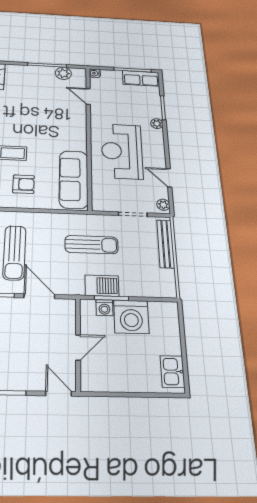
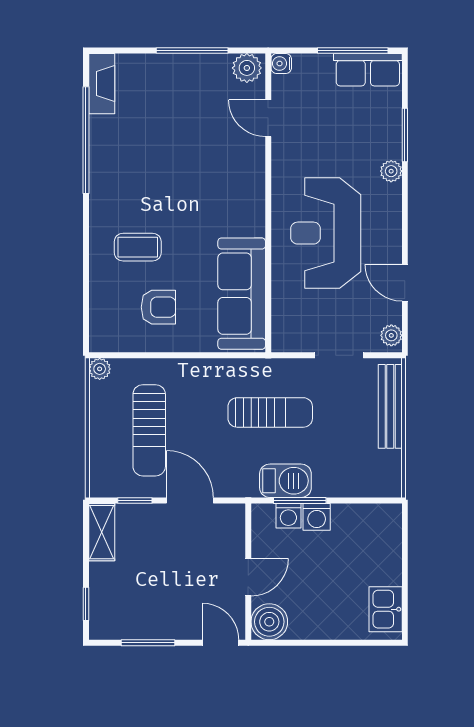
plant: (63, 73) -> (247, 68), moved
washing machine: (131, 317) -> (317, 517), width x0.53, depth x0.53
boiler: (93, 379) -> (269, 622), added

